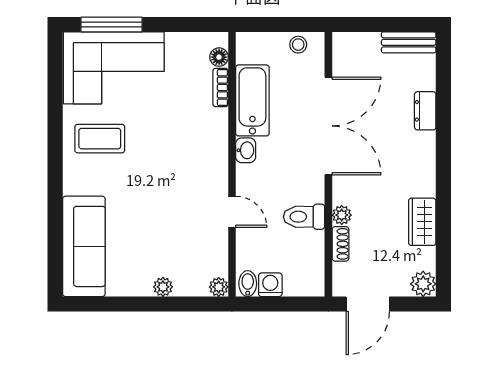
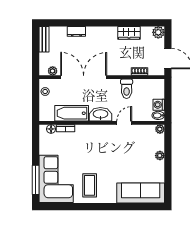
washbasin: (246, 150) -> (100, 114), width x1.91, depth x1.45
plant: (342, 215) -> (53, 71), moved

